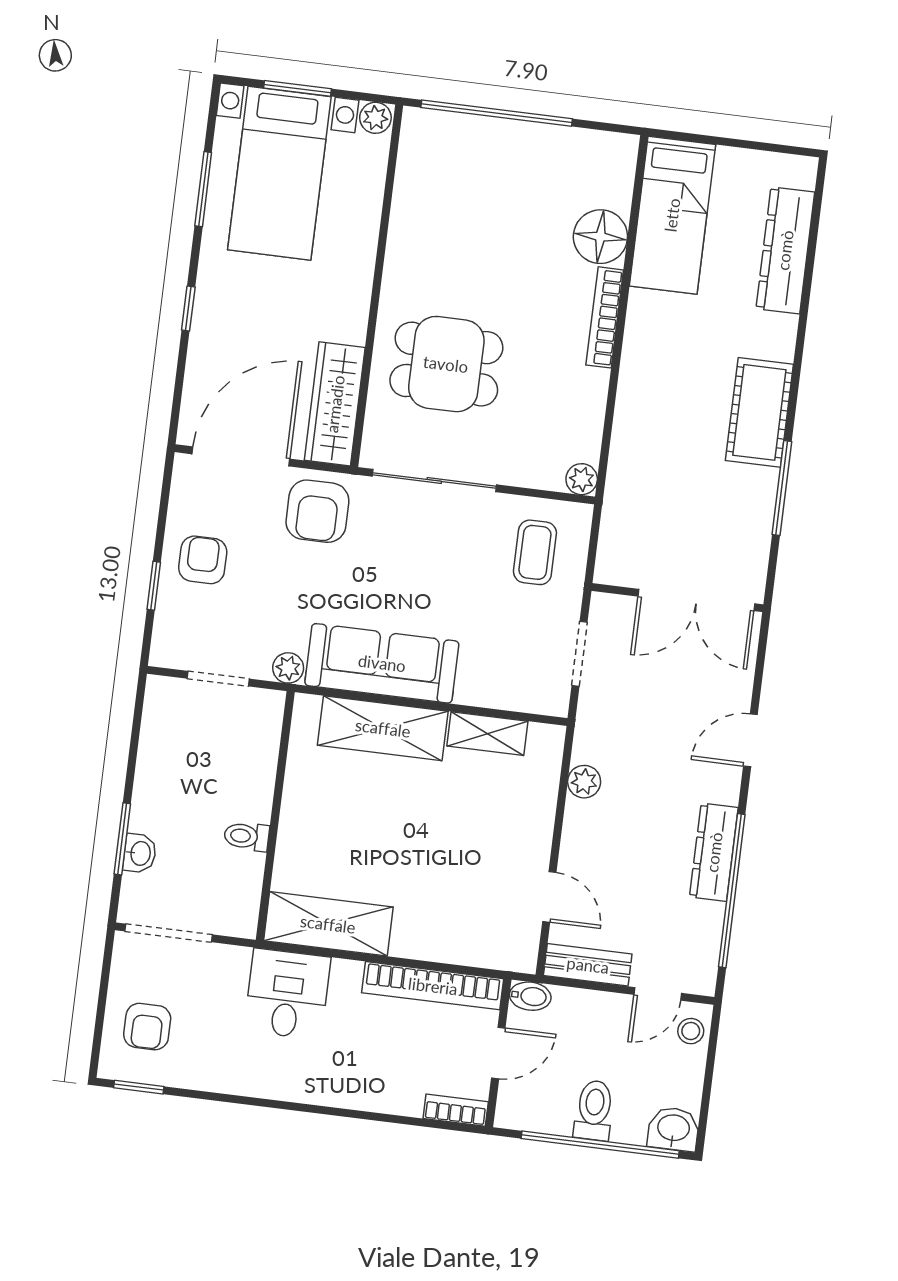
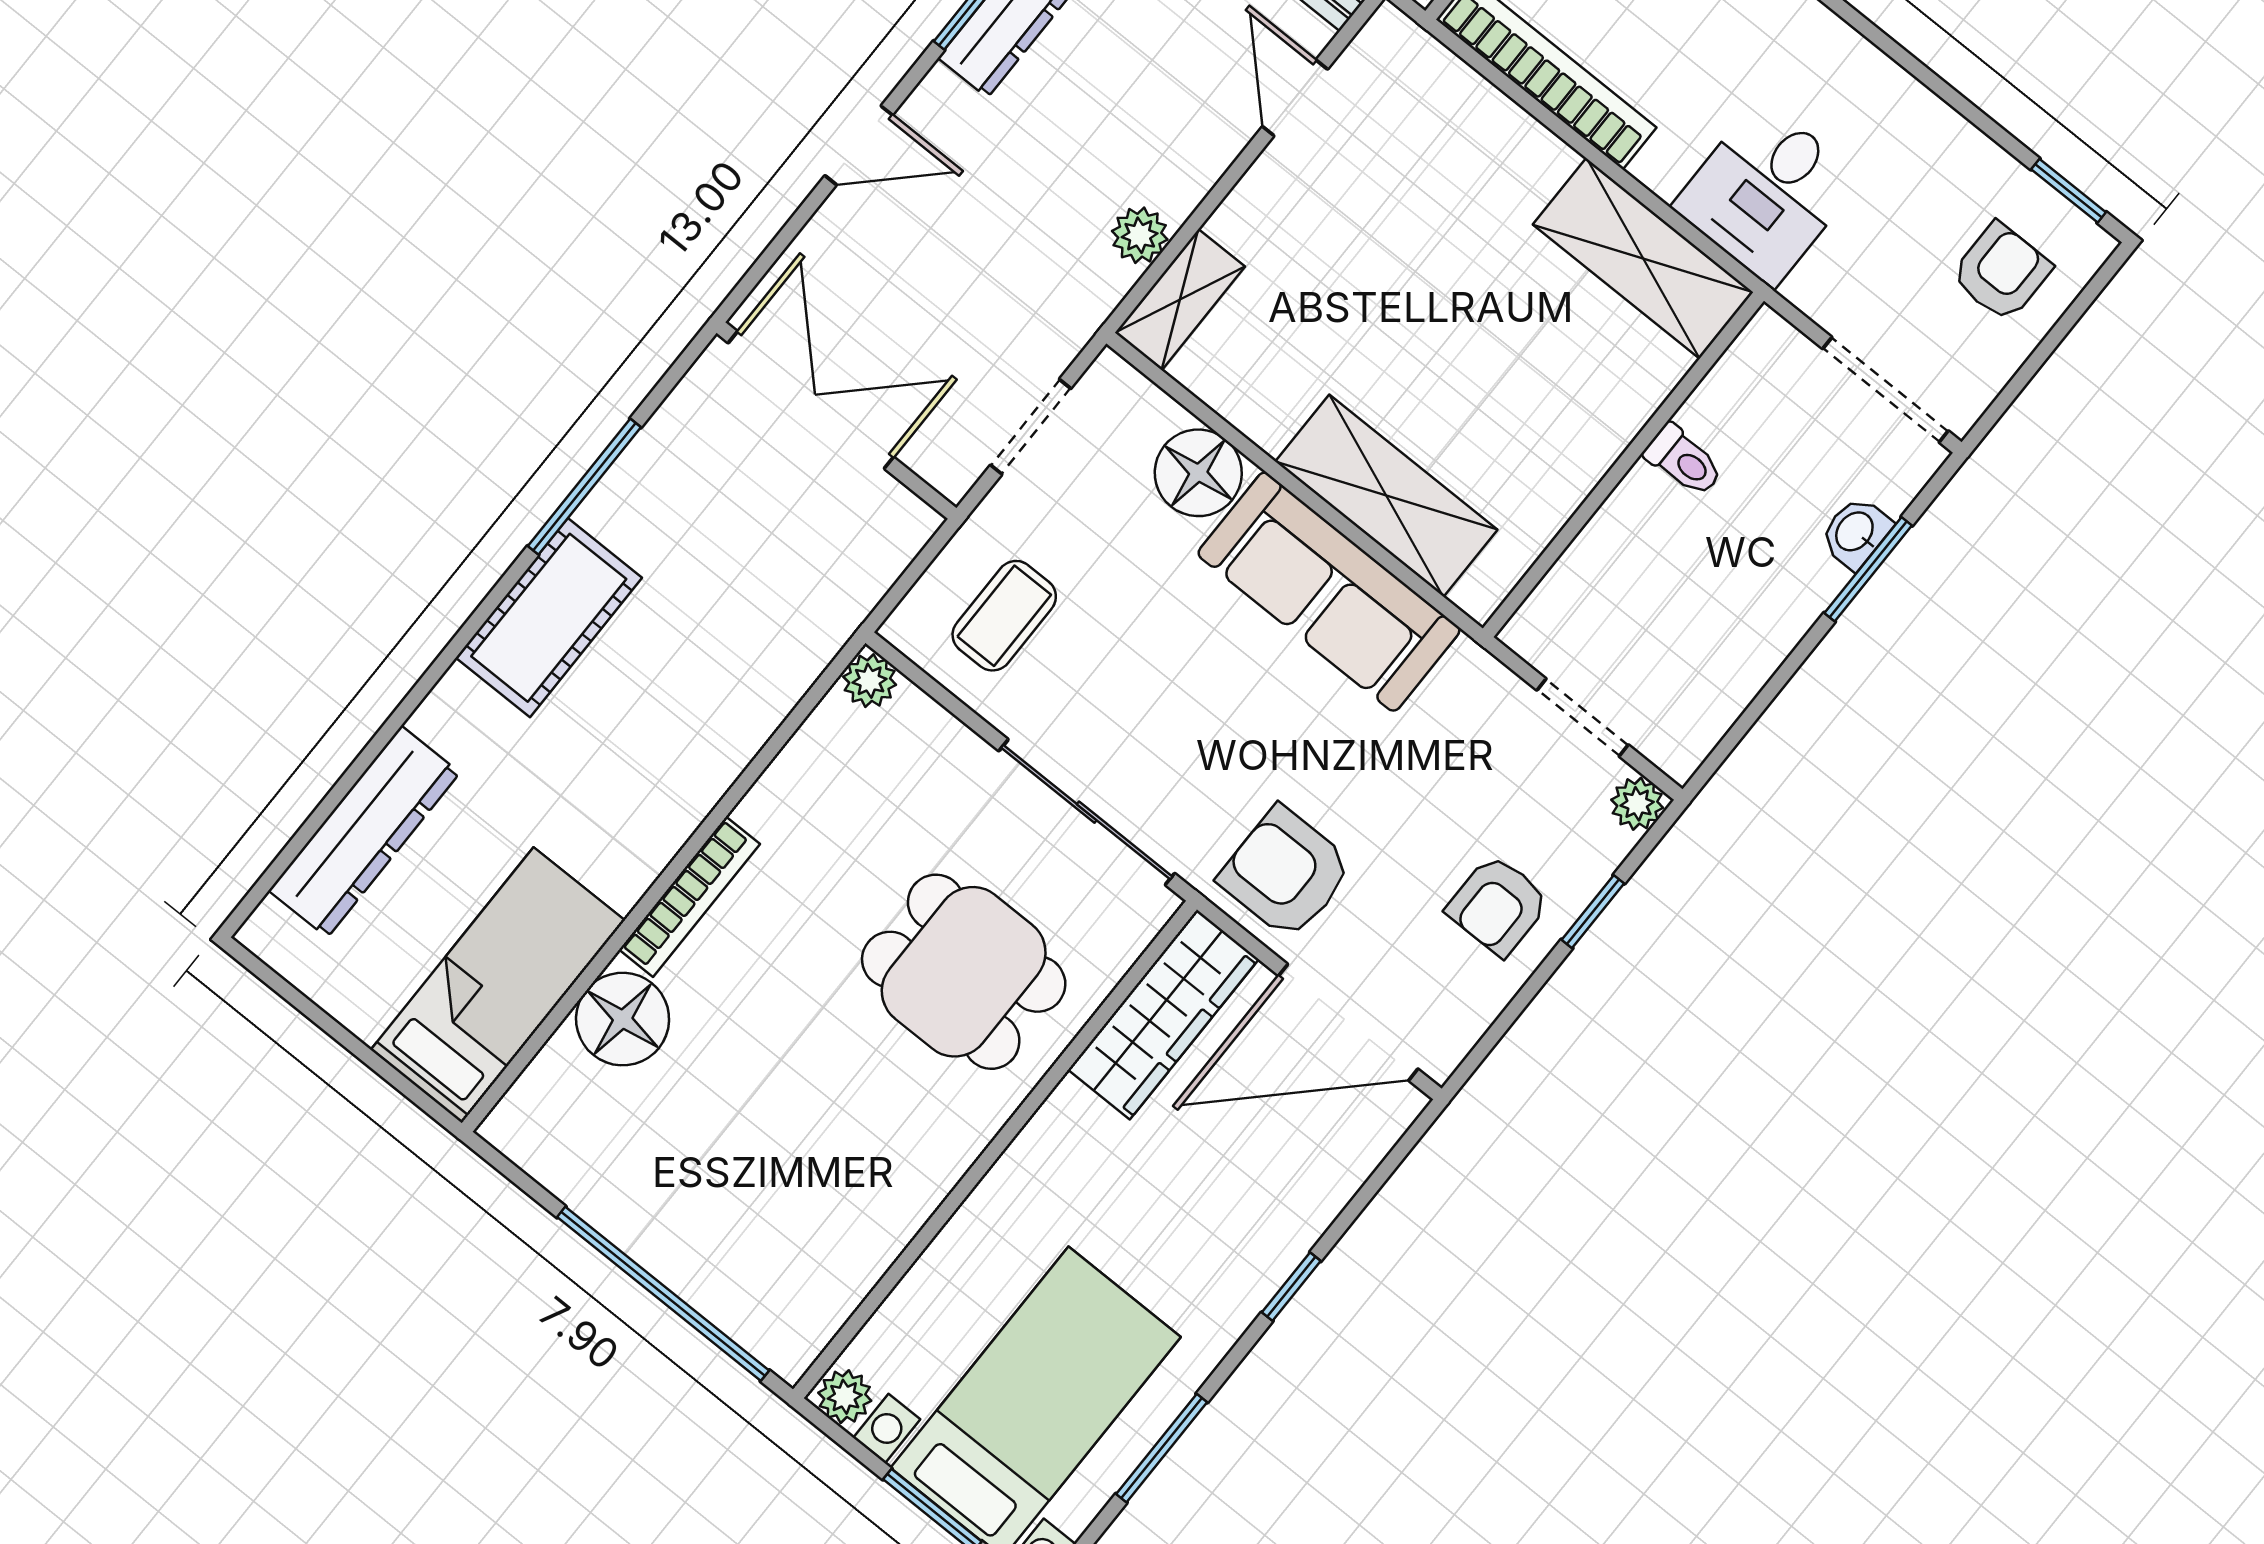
armchair: (317, 511) -> (1286, 873), turned -90
plant: (288, 668) -> (1637, 804), moved
floor lamp: (483, 682) -> (1198, 473), added
shelving: (487, 734) -> (1180, 300), moved, turned 90

